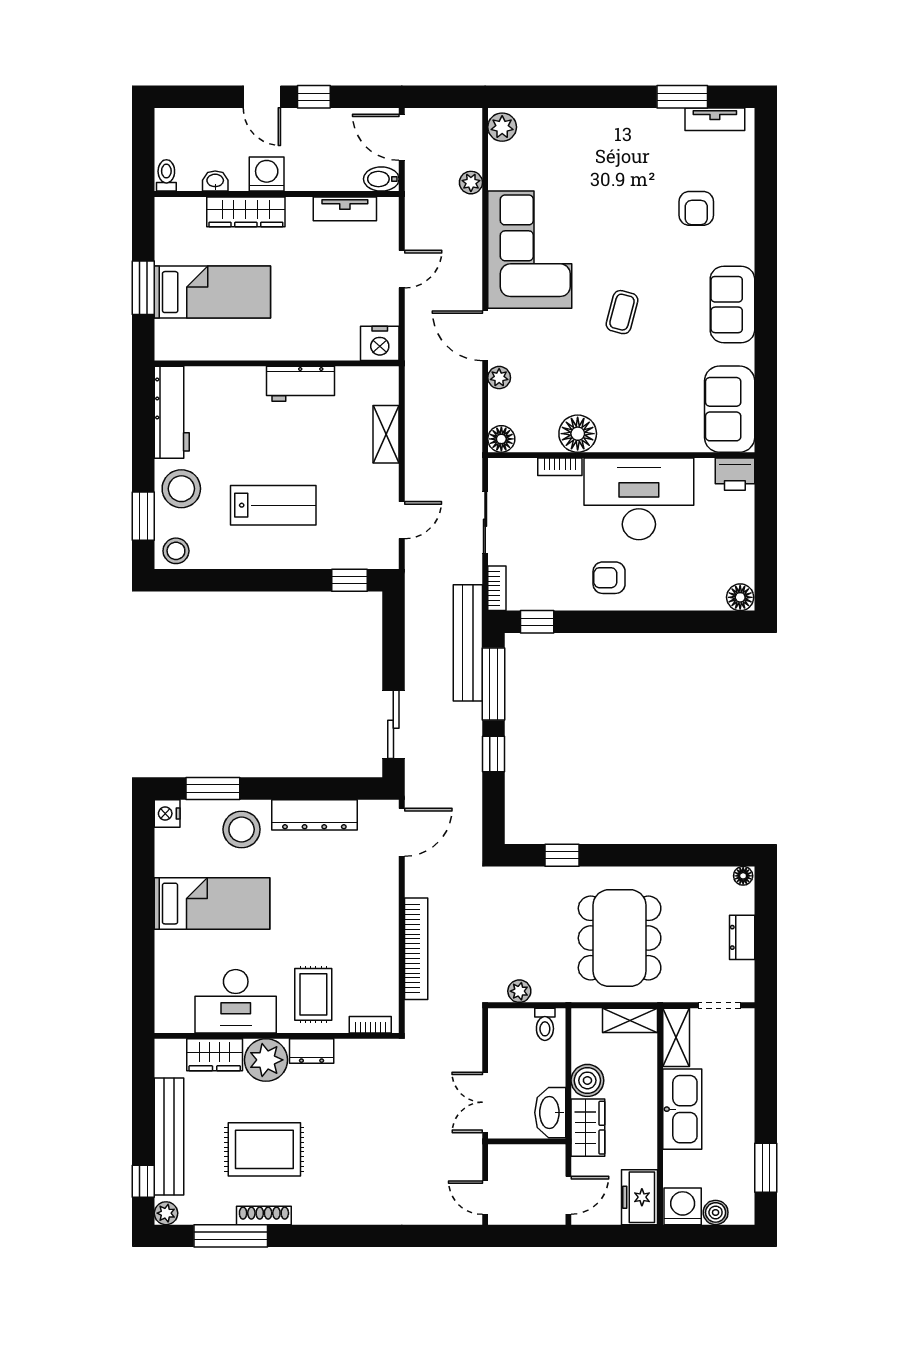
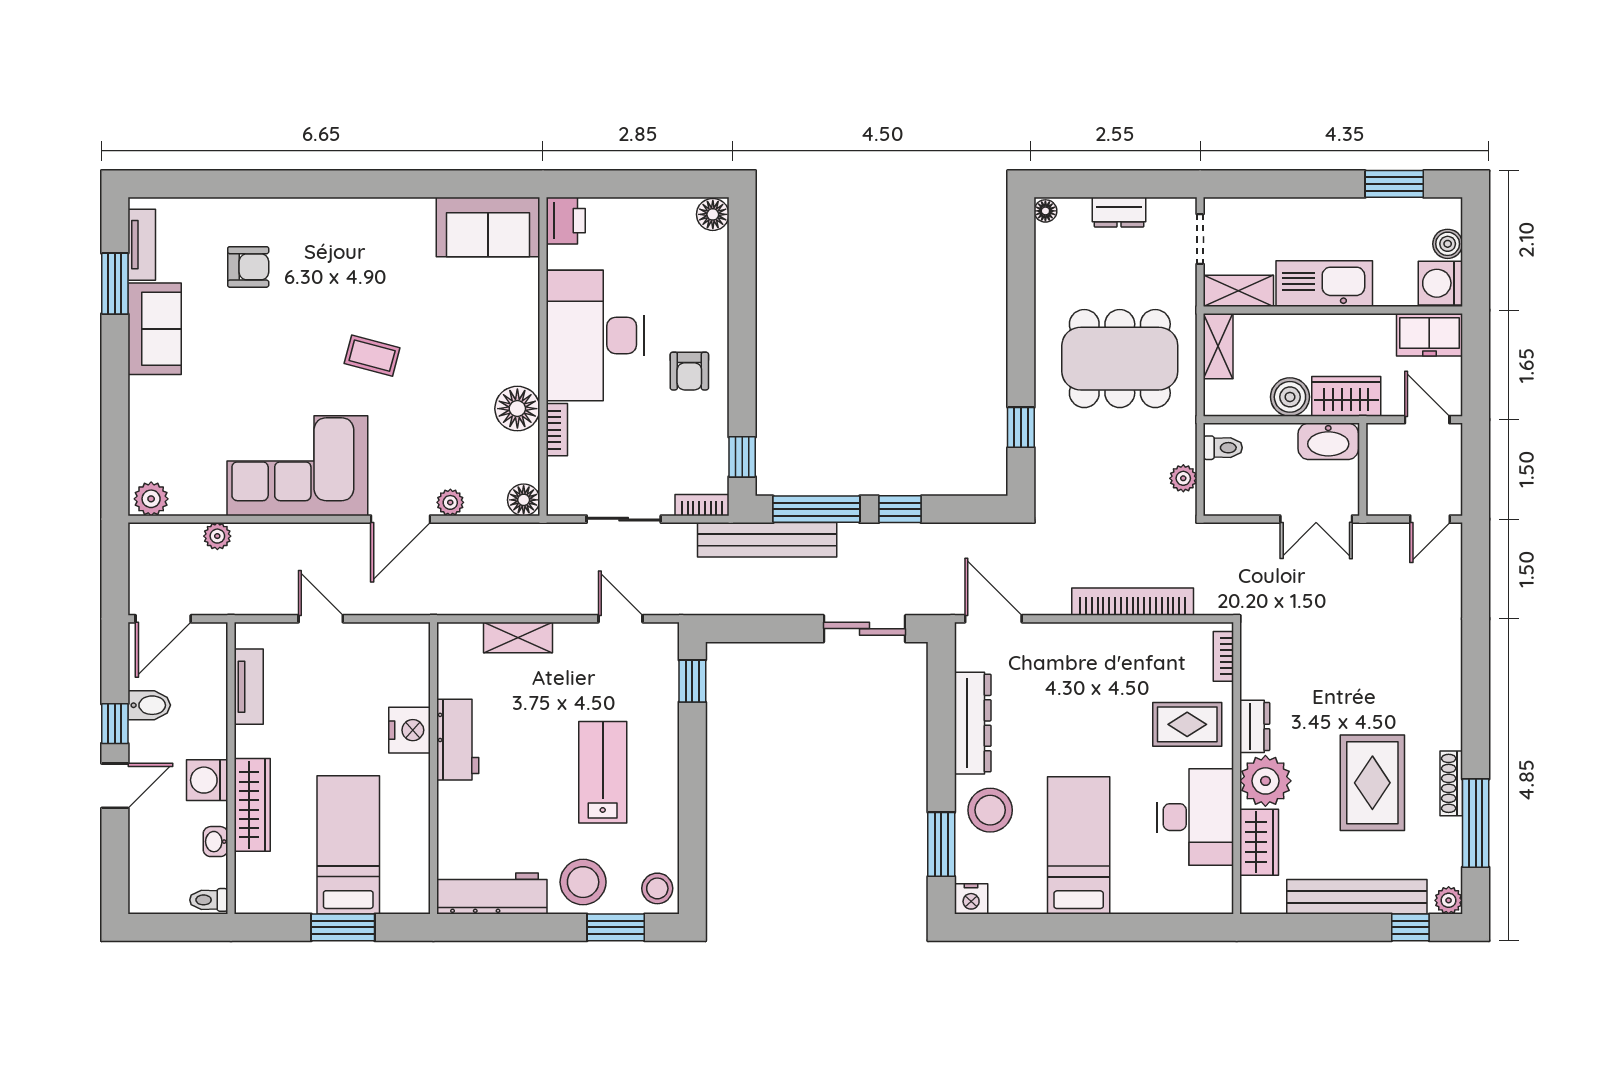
bidet: (381, 179) -> (149, 705), moved, turned -90
sofa: (732, 305) -> (155, 329), moved, turned -90
nightstand: (380, 343) -> (410, 730), moved

